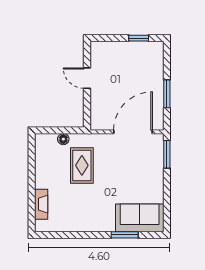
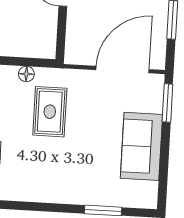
sofa: (140, 218) -> (141, 146), moved, turned -90

